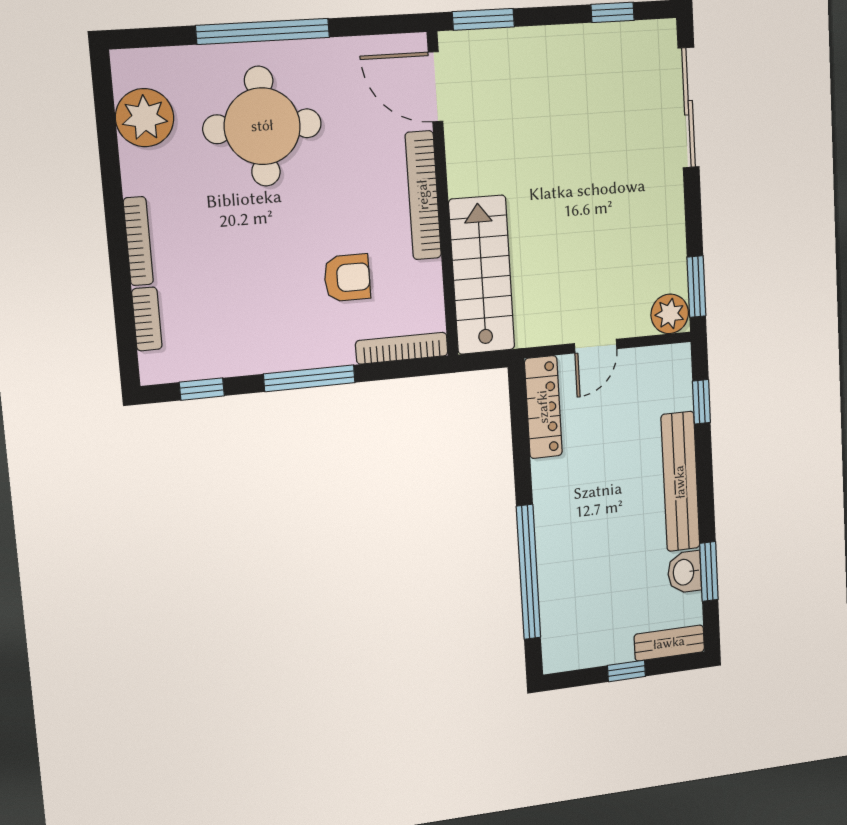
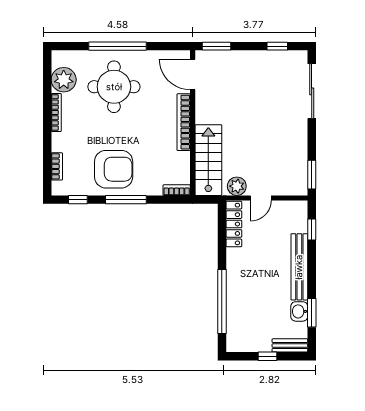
bookcase: (138, 241) -> (56, 112), moved
armchair: (347, 278) -> (114, 169), moved, width x1.88, depth x1.88
plant: (670, 314) -> (237, 186), moved
bookcase: (402, 348) -> (177, 190), width x0.64

